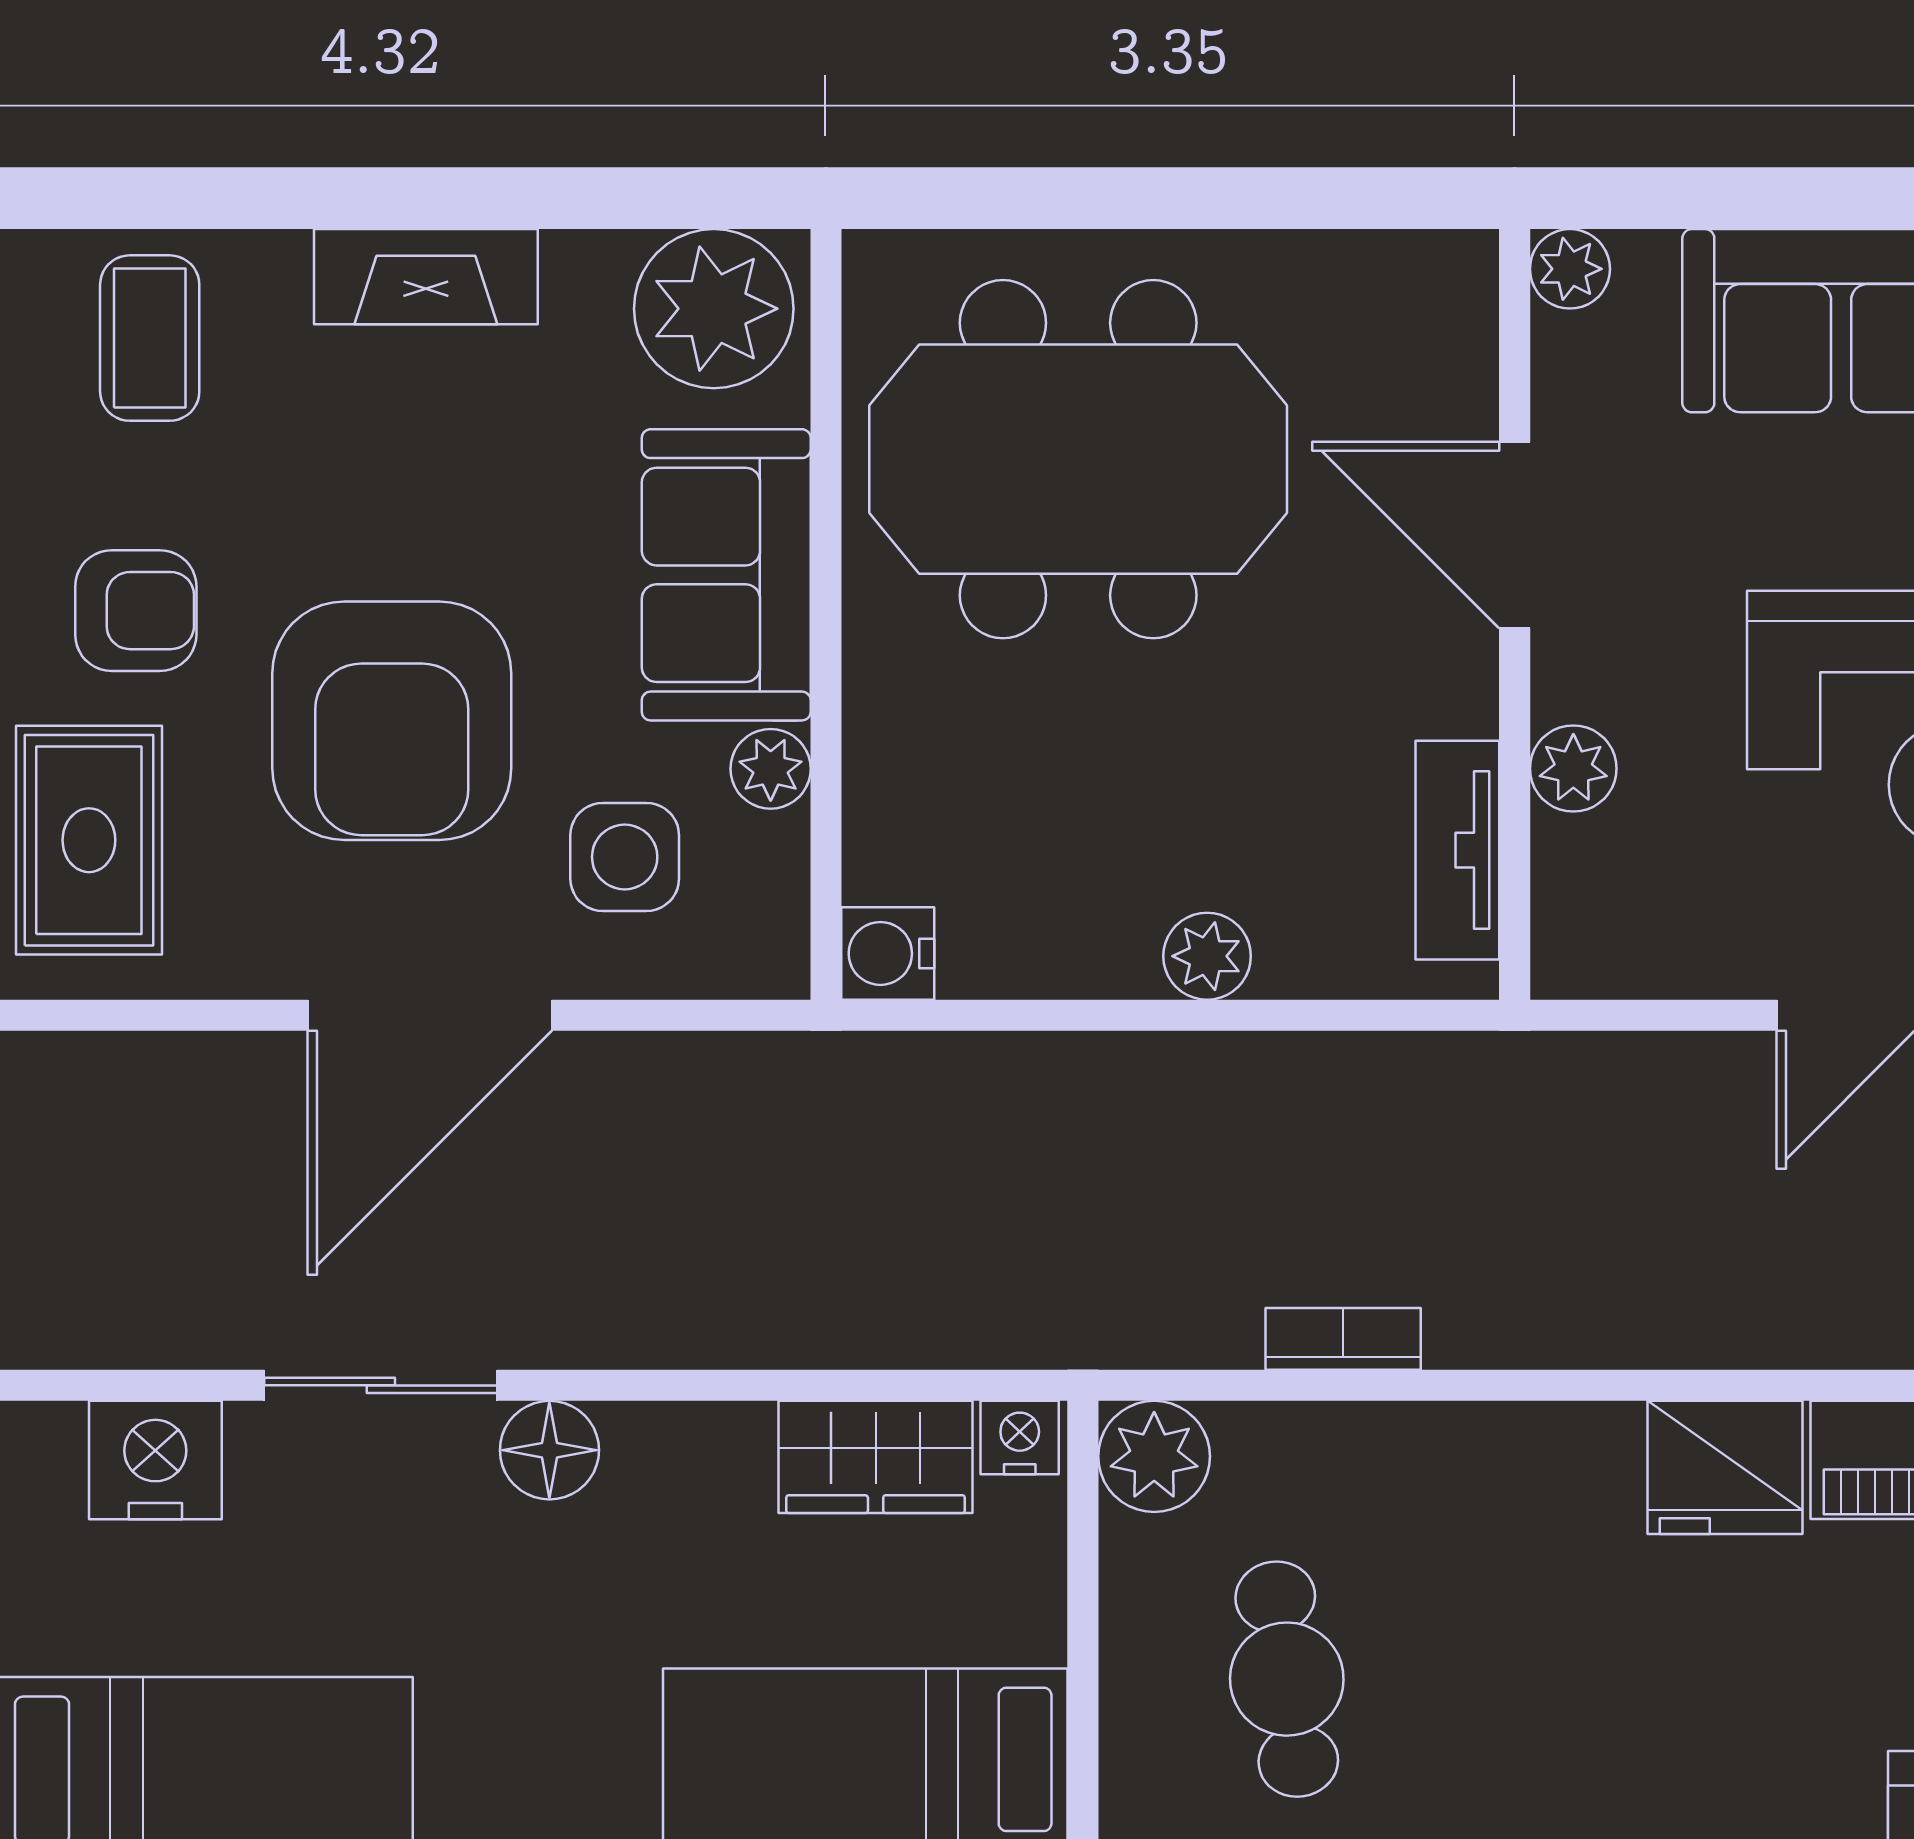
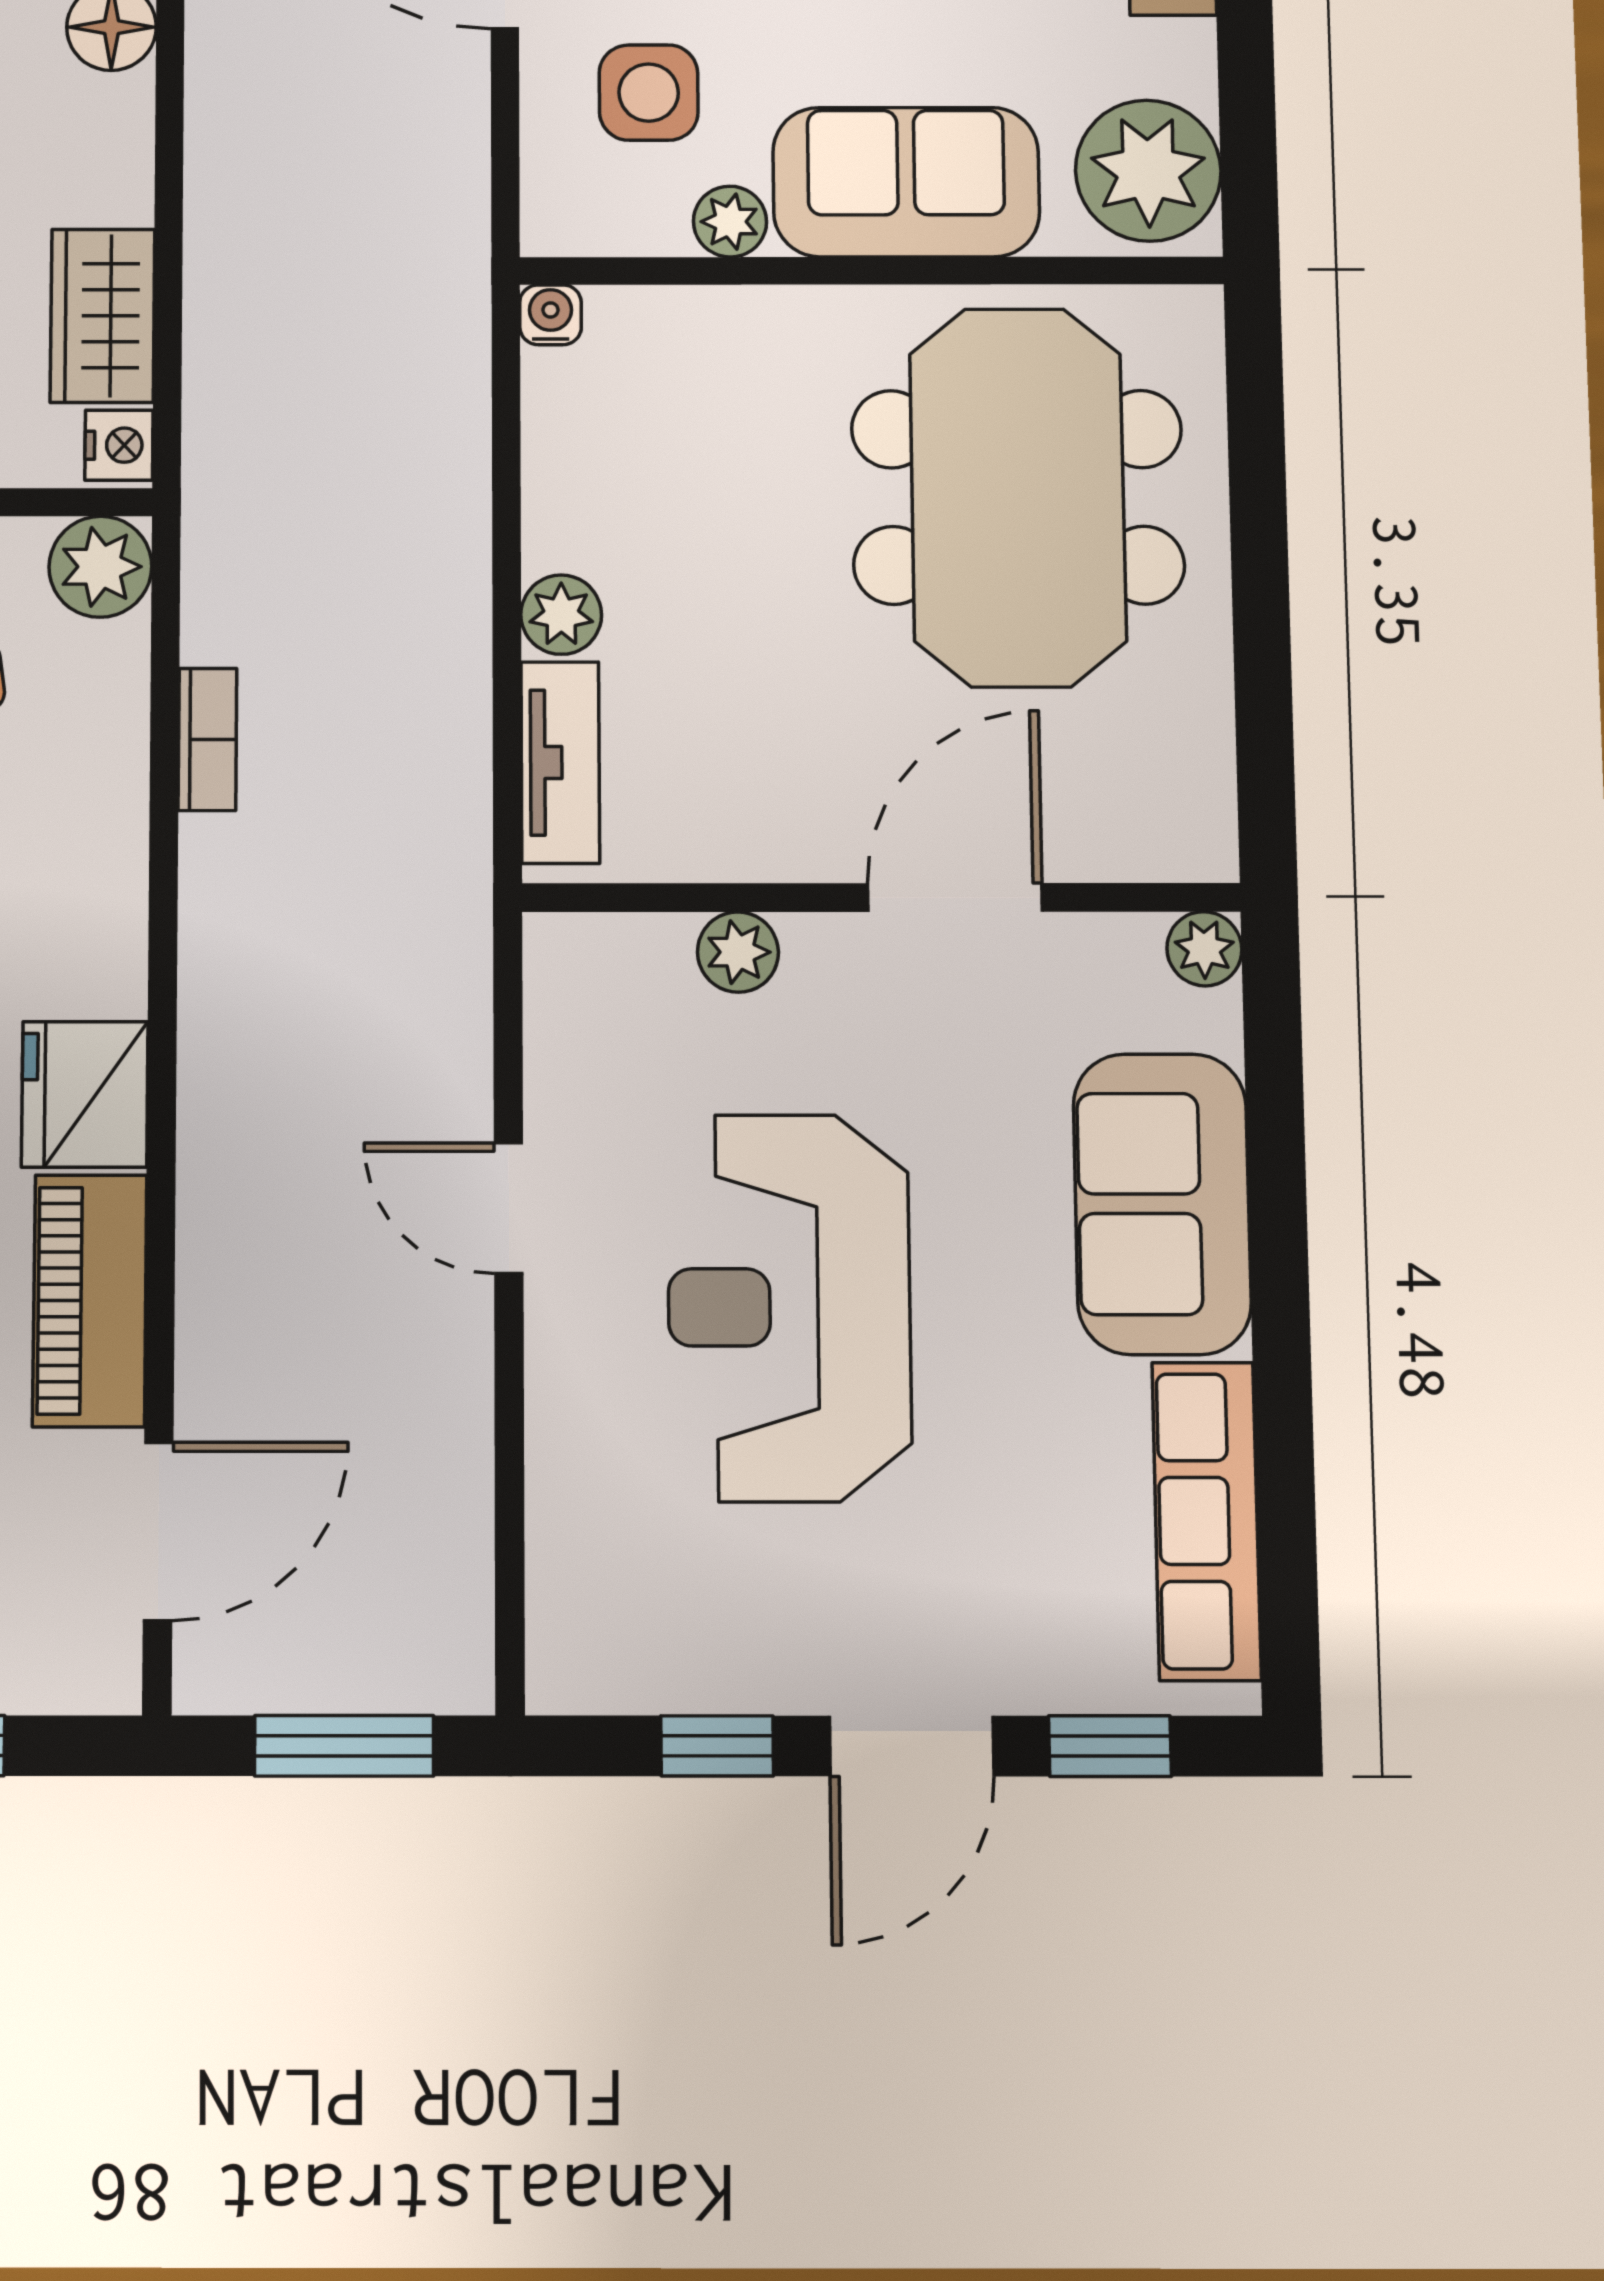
tv unit: (1457, 850) -> (560, 763), moved, turned 90
water cooler: (888, 953) -> (551, 315), width x0.72, depth x0.72

